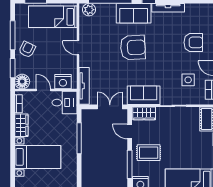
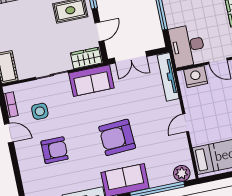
armchair: (193, 42) -> (55, 150), moved, turned 180
door: (78, 48) -> (186, 123), swing flipped
desk: (64, 103) -> (187, 46), width x1.37
door: (130, 132) -> (99, 32), hinge flipped

